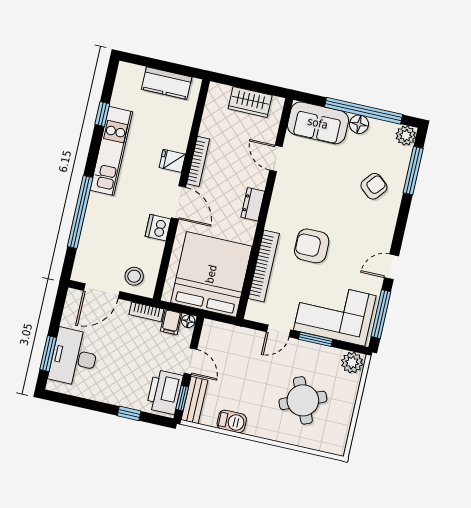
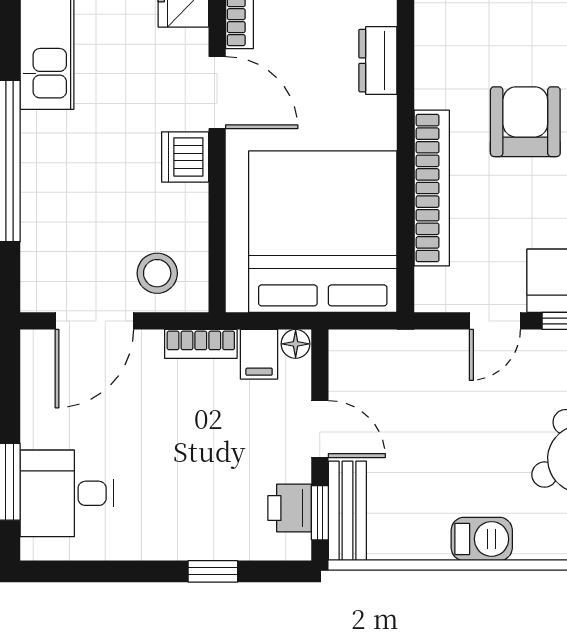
armchair: (312, 246) -> (525, 122), turned 90
desk: (74, 357) -> (67, 493), width x0.73
printer: (165, 392) -> (290, 508), width x0.53, depth x0.68
barbecue: (232, 421) -> (482, 539), moved

